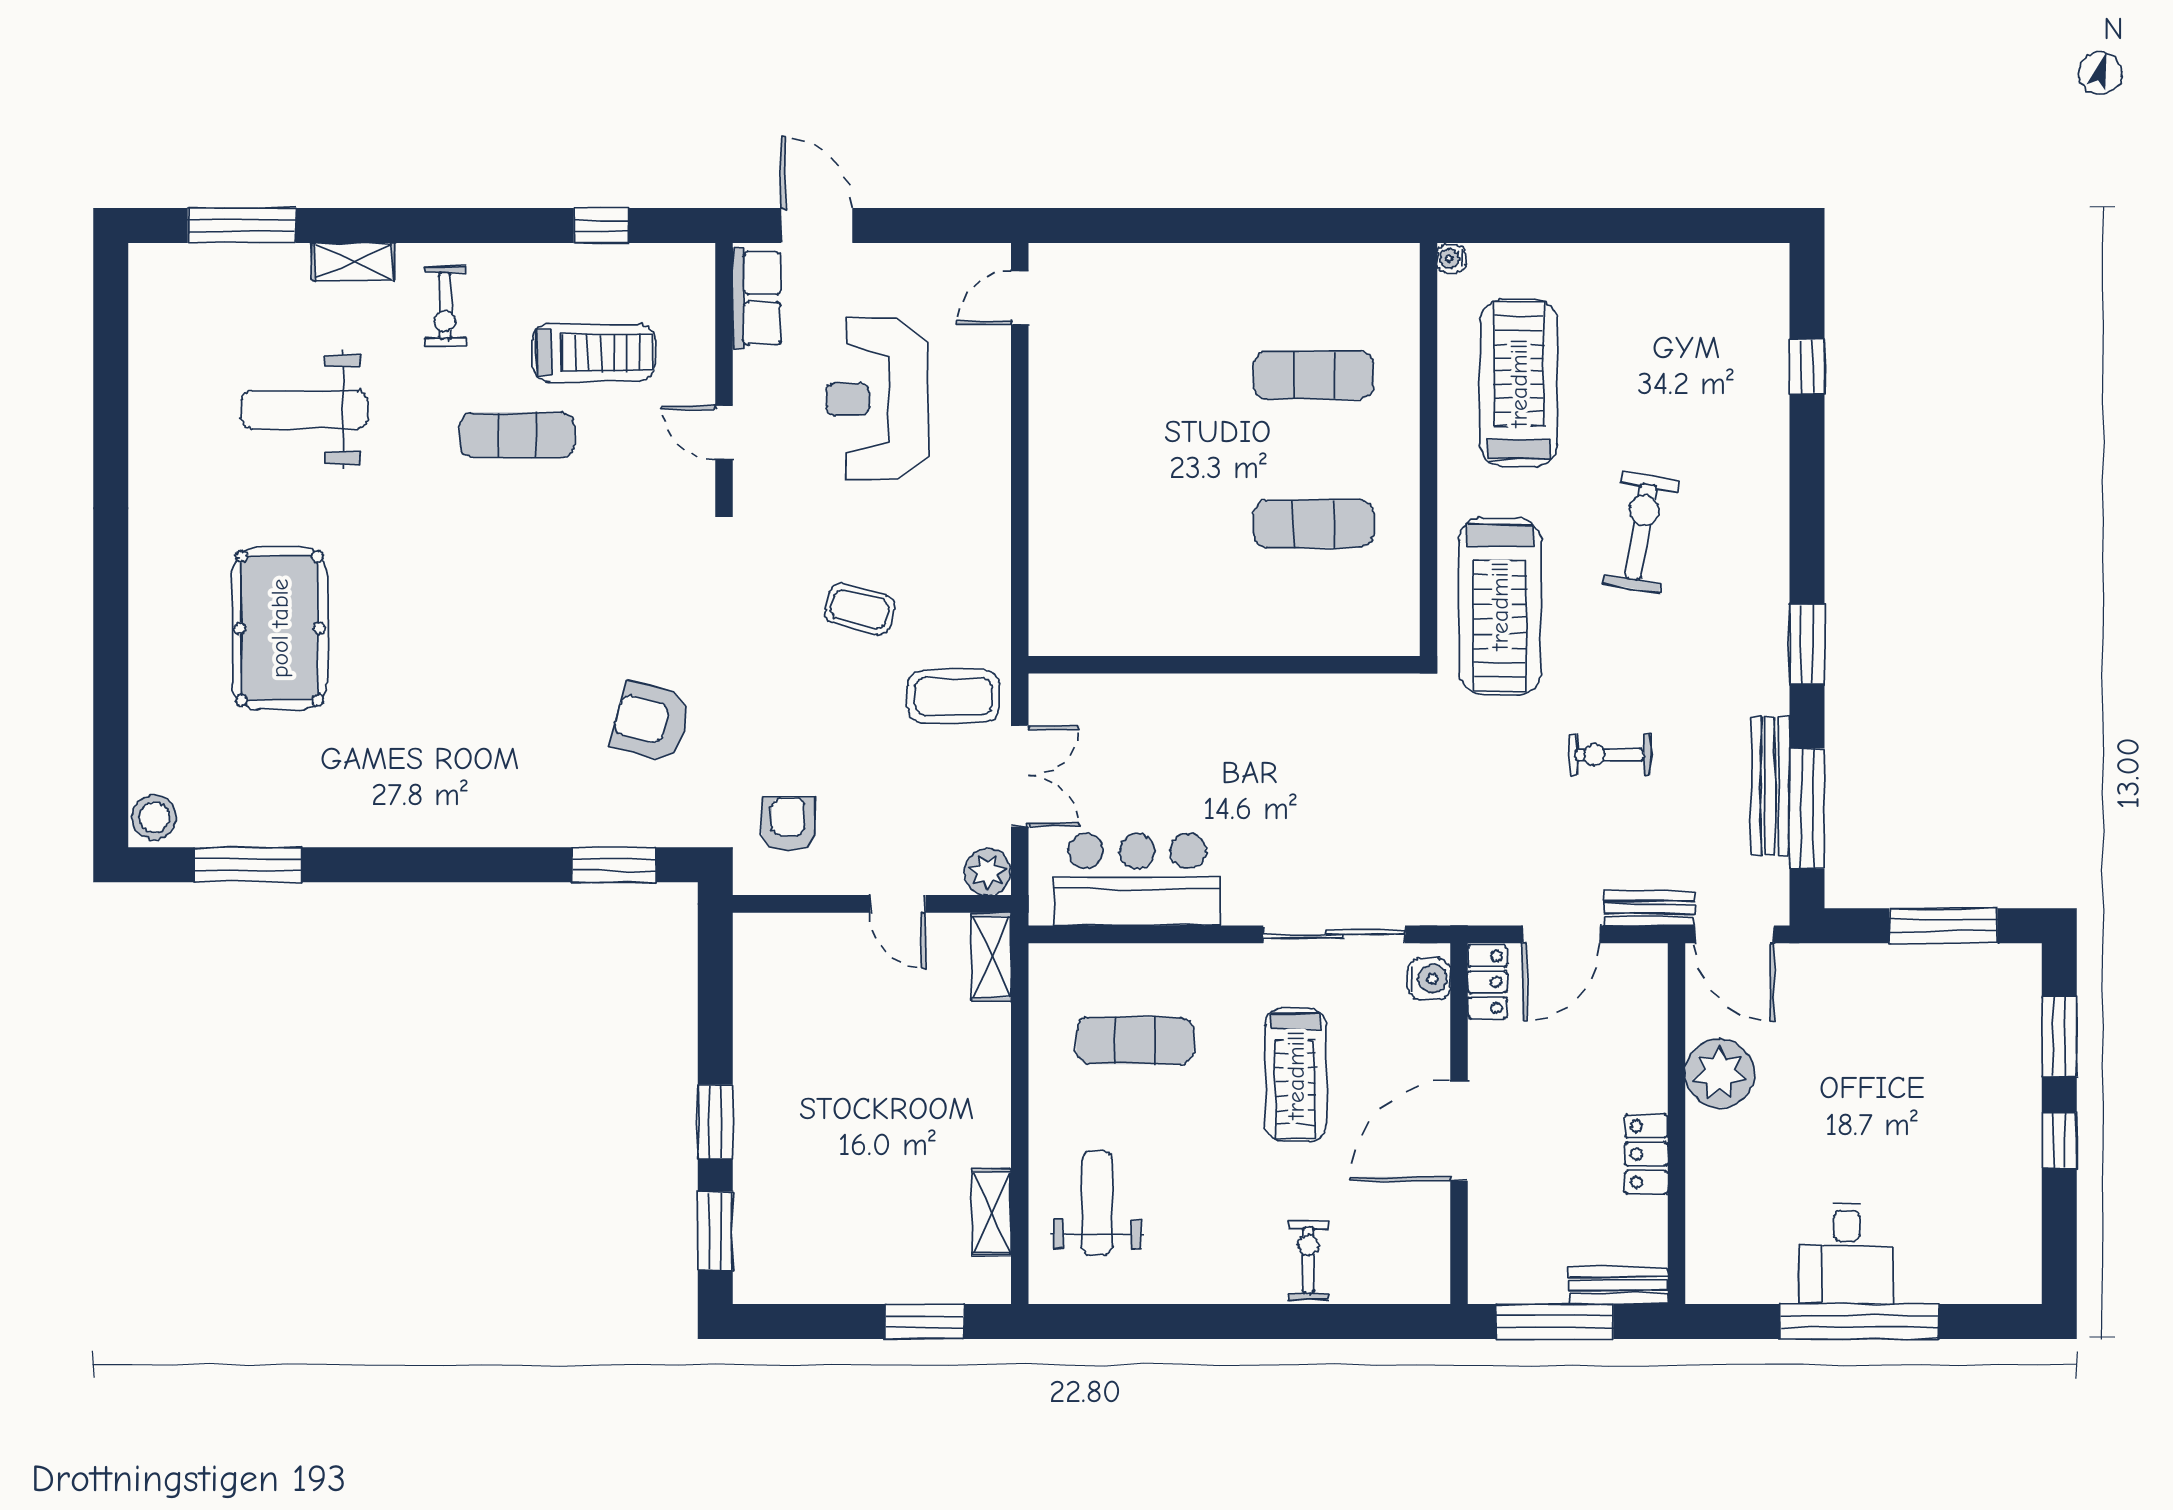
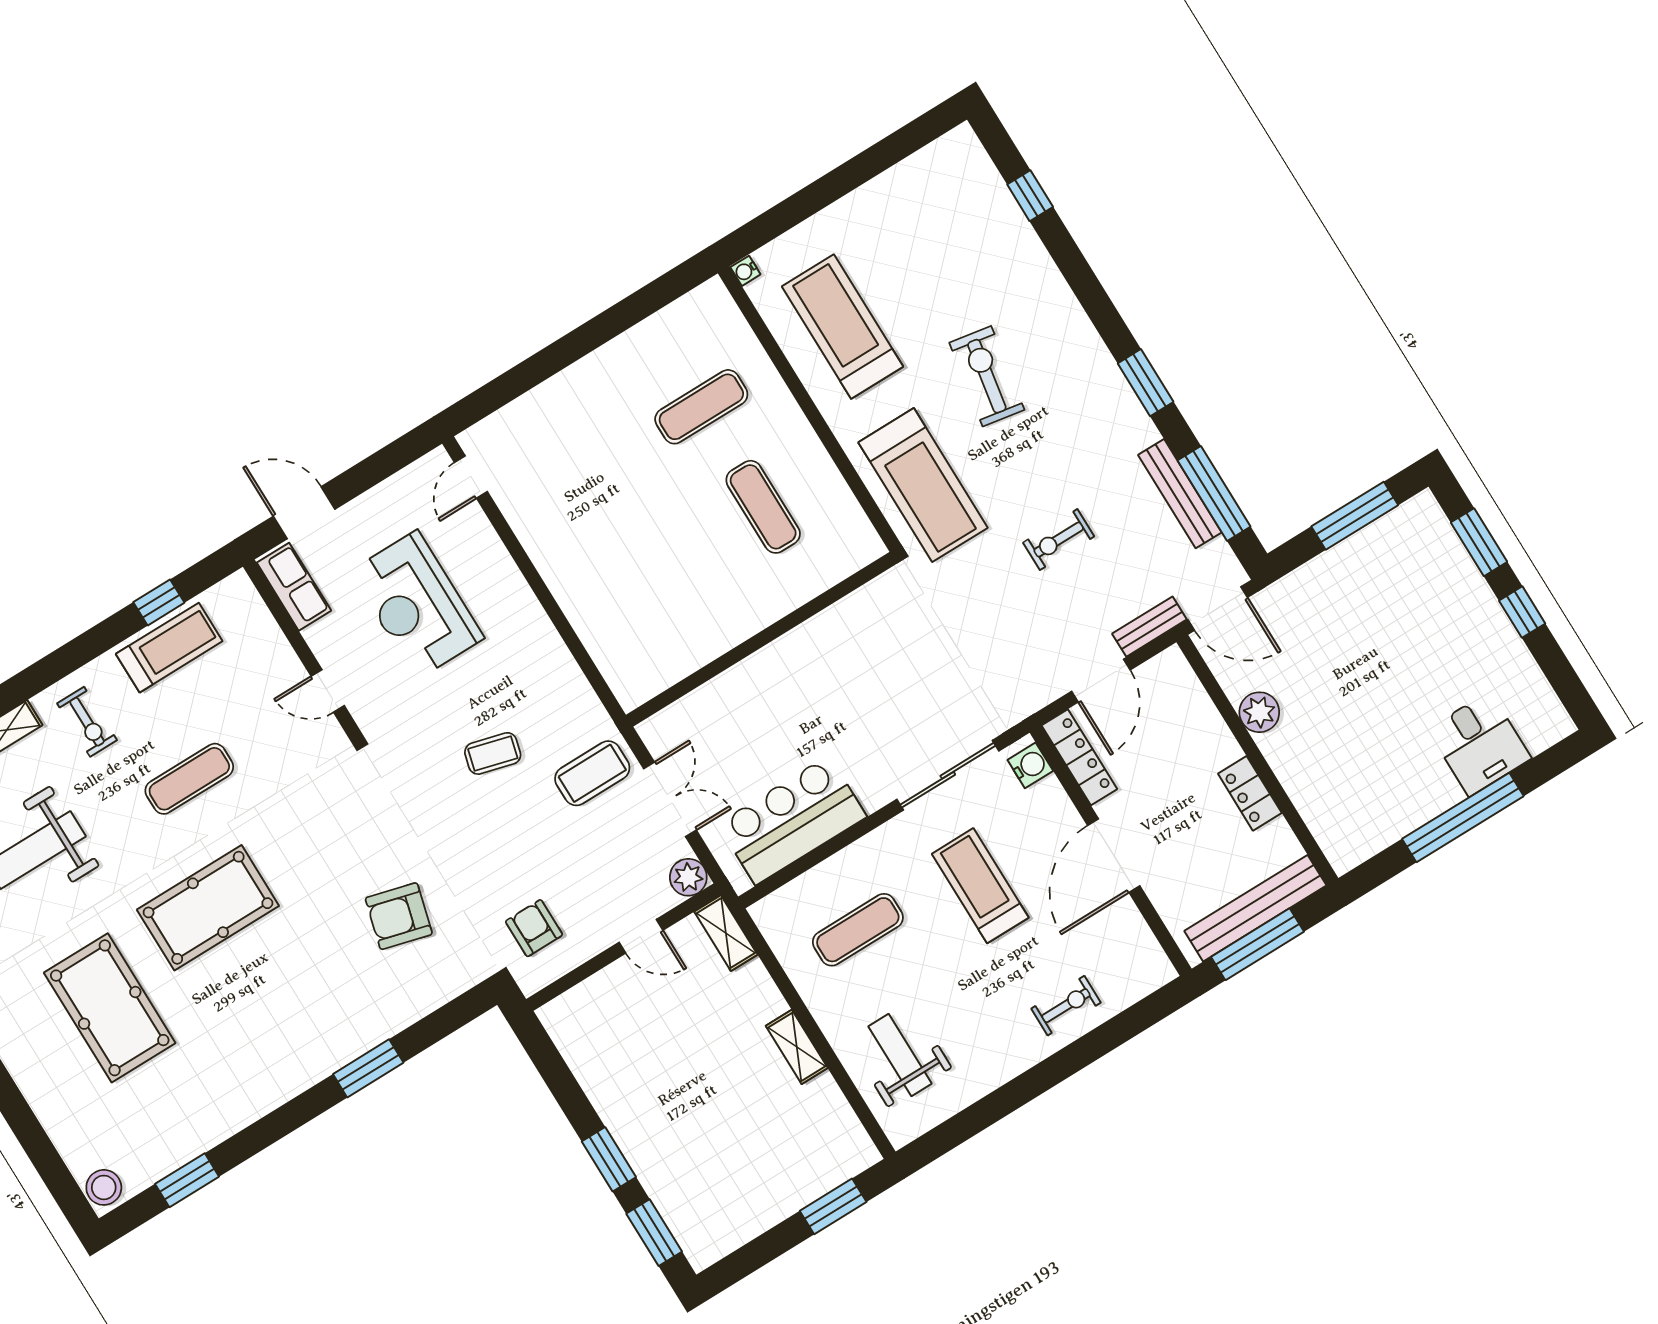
treadmill: (594, 353) -> (169, 648), moved
exercise mat: (1314, 524) -> (763, 507), turned 90
pool table: (452, 586) -> (208, 908), added
window: (248, 865) -> (187, 1180), width x0.69
window: (614, 865) -> (368, 1068), moved
locker: (1487, 982) -> (1079, 757), width x1.53
plant: (1720, 1073) -> (1259, 712), width x0.73, depth x0.73
treadmill: (1296, 1075) -> (980, 886), turned 180
shelving: (992, 1212) -> (797, 1047), moved
desk: (1847, 1253) -> (1479, 744), moved
exercise bike: (1308, 1260) -> (1066, 1006), turned 90
bench: (1619, 1285) -> (1255, 908), width x1.86, depth x1.21

